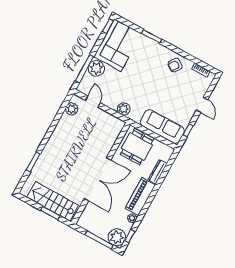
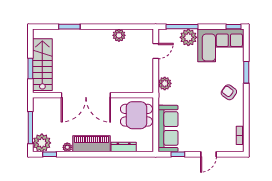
armchair: (175, 65) -> (229, 92), moved
plant: (72, 109) -> (119, 35), moved

